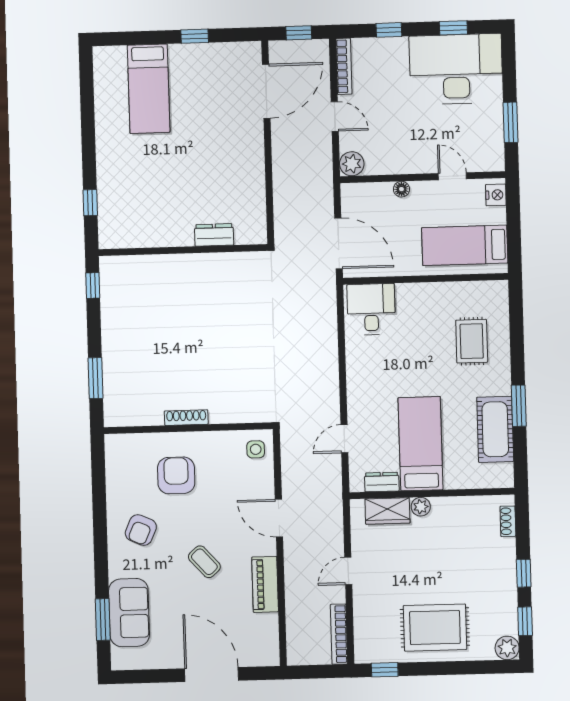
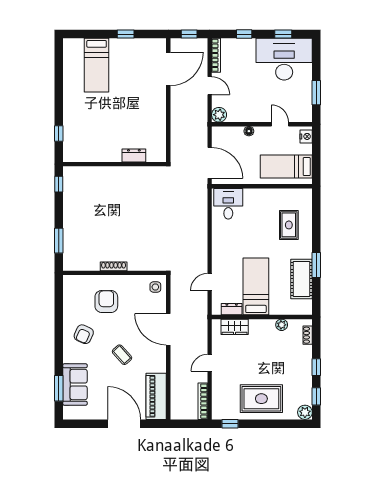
plant: (421, 507) -> (282, 325), moved
door: (279, 518) -> (168, 329), width x1.36
piano: (265, 584) -> (156, 396), moved, width x1.37, depth x1.33

